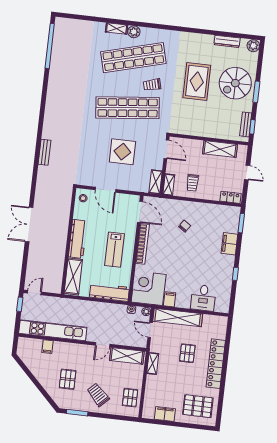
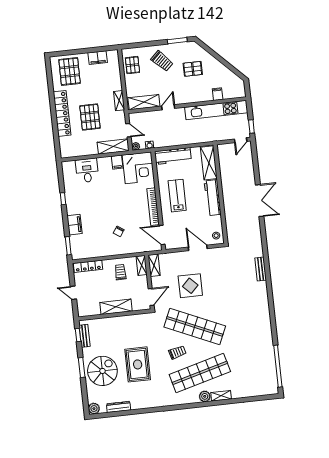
shop shelf: (128, 108) -> (195, 326), turned 30
door: (166, 149) -> (151, 297), swing flipped
shelving: (220, 149) -> (116, 307), moved
locker: (230, 197) -> (88, 266), width x1.53
shelving: (178, 318) -> (113, 147), width x0.68
pallet: (187, 353) -> (90, 117), width x1.50, depth x1.42
pallet: (68, 379) -> (193, 69), turned 90
pallet: (198, 406) -> (70, 71), turned 90

